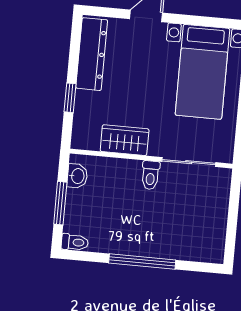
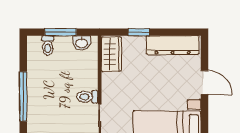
wardrobe: (125, 140) -> (111, 54), moved
toilet: (75, 242) -> (48, 46), moved

